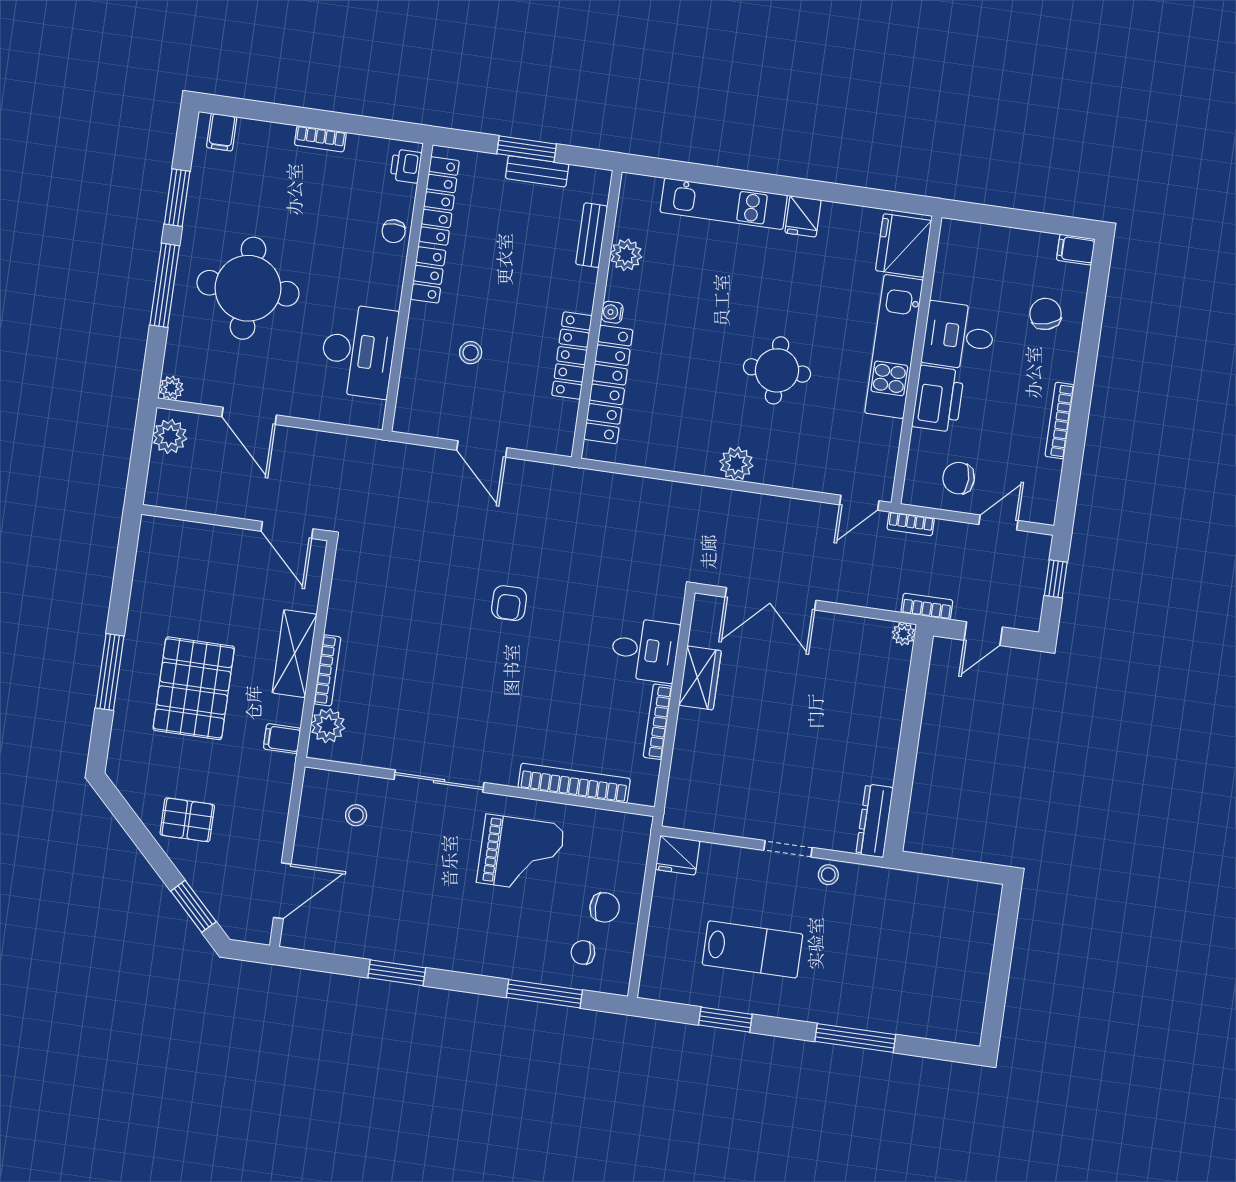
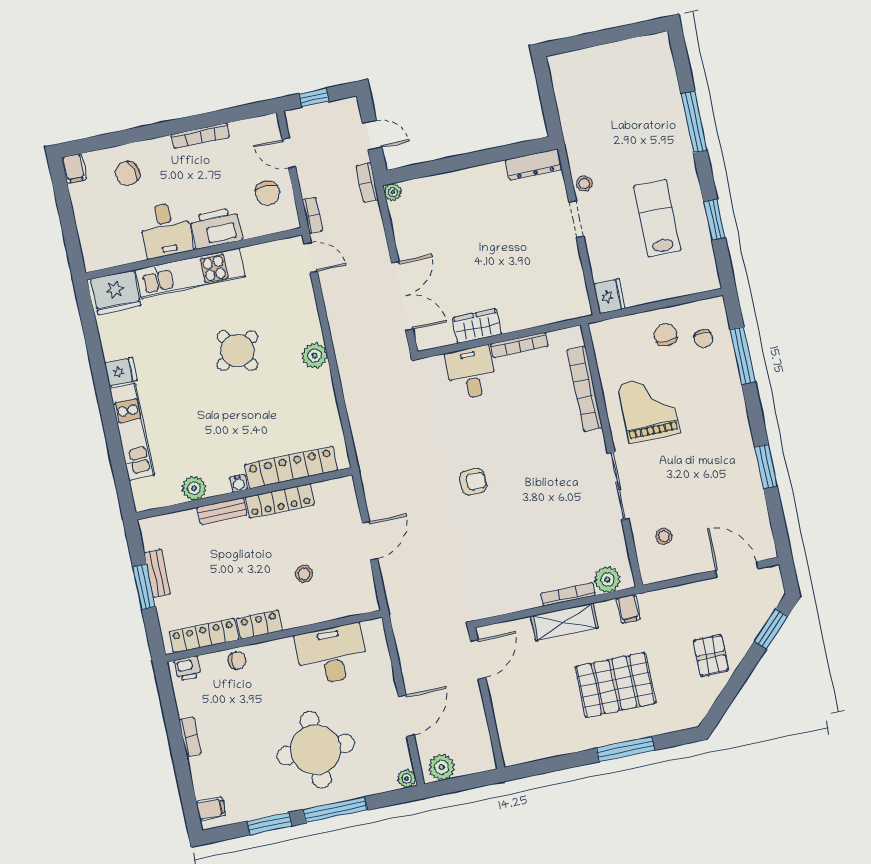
bench: (592, 235) -> (222, 511), moved
round table: (777, 370) -> (237, 351), turned -33

